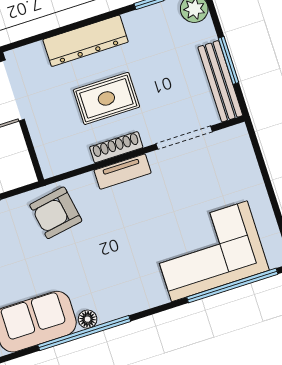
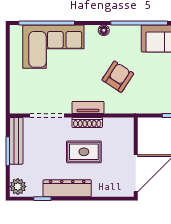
dresser: (86, 41) -> (67, 188), moved
armchair: (56, 213) -> (118, 77), moved, turned -47
floor lamp: (88, 319) -> (104, 30), moved

